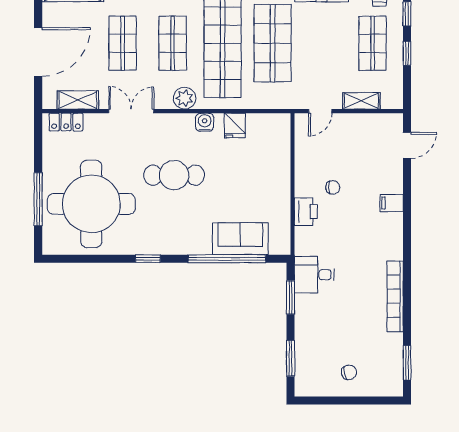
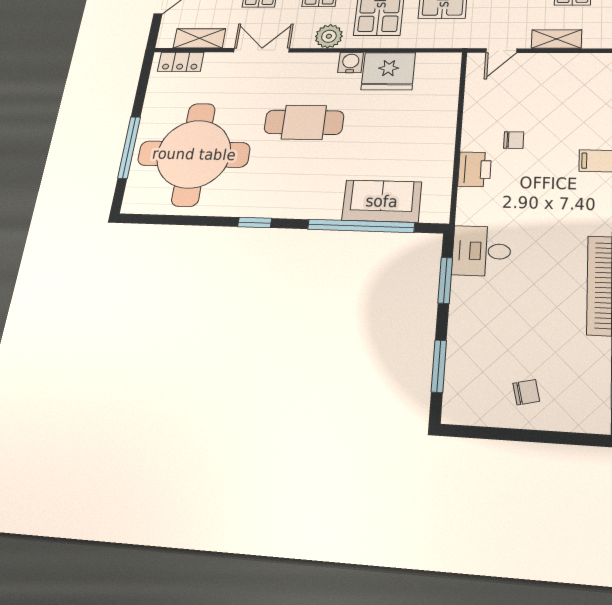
fridge: (235, 126) -> (388, 71), width x1.88, depth x1.34

